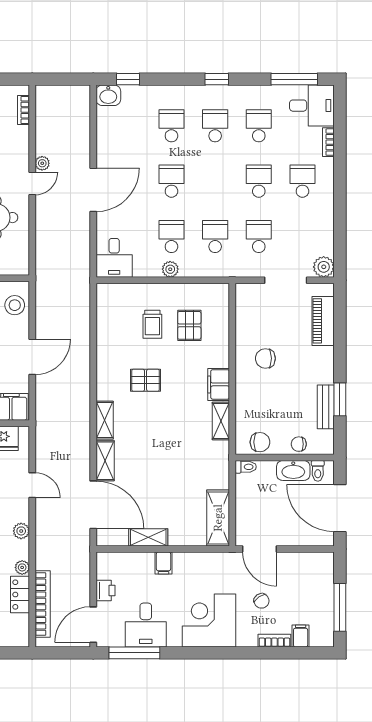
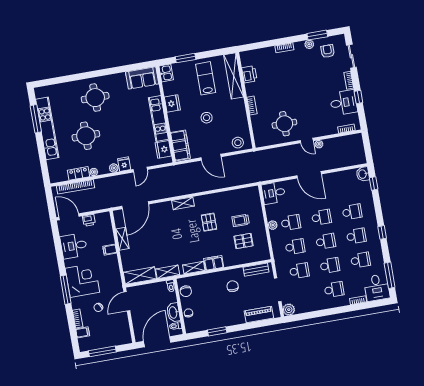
school desk: (215, 181) -> (326, 241), added
bench: (326, 407) -> (256, 270), moved
shelving: (105, 461) -> (168, 272), moved
fridge: (18, 512) -> (124, 164), added
window: (134, 653) -> (66, 290), moved

